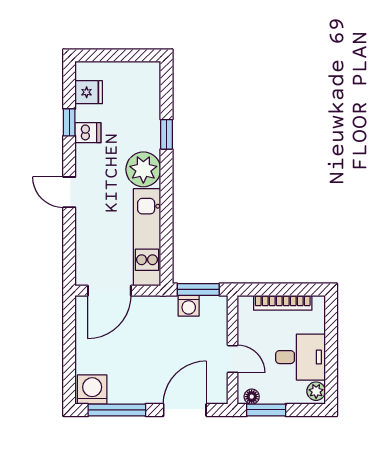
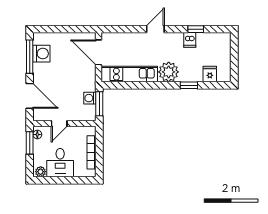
fridge: (89, 92) -> (210, 74), moved, turned 180
washing machine: (92, 389) -> (41, 54), moved

